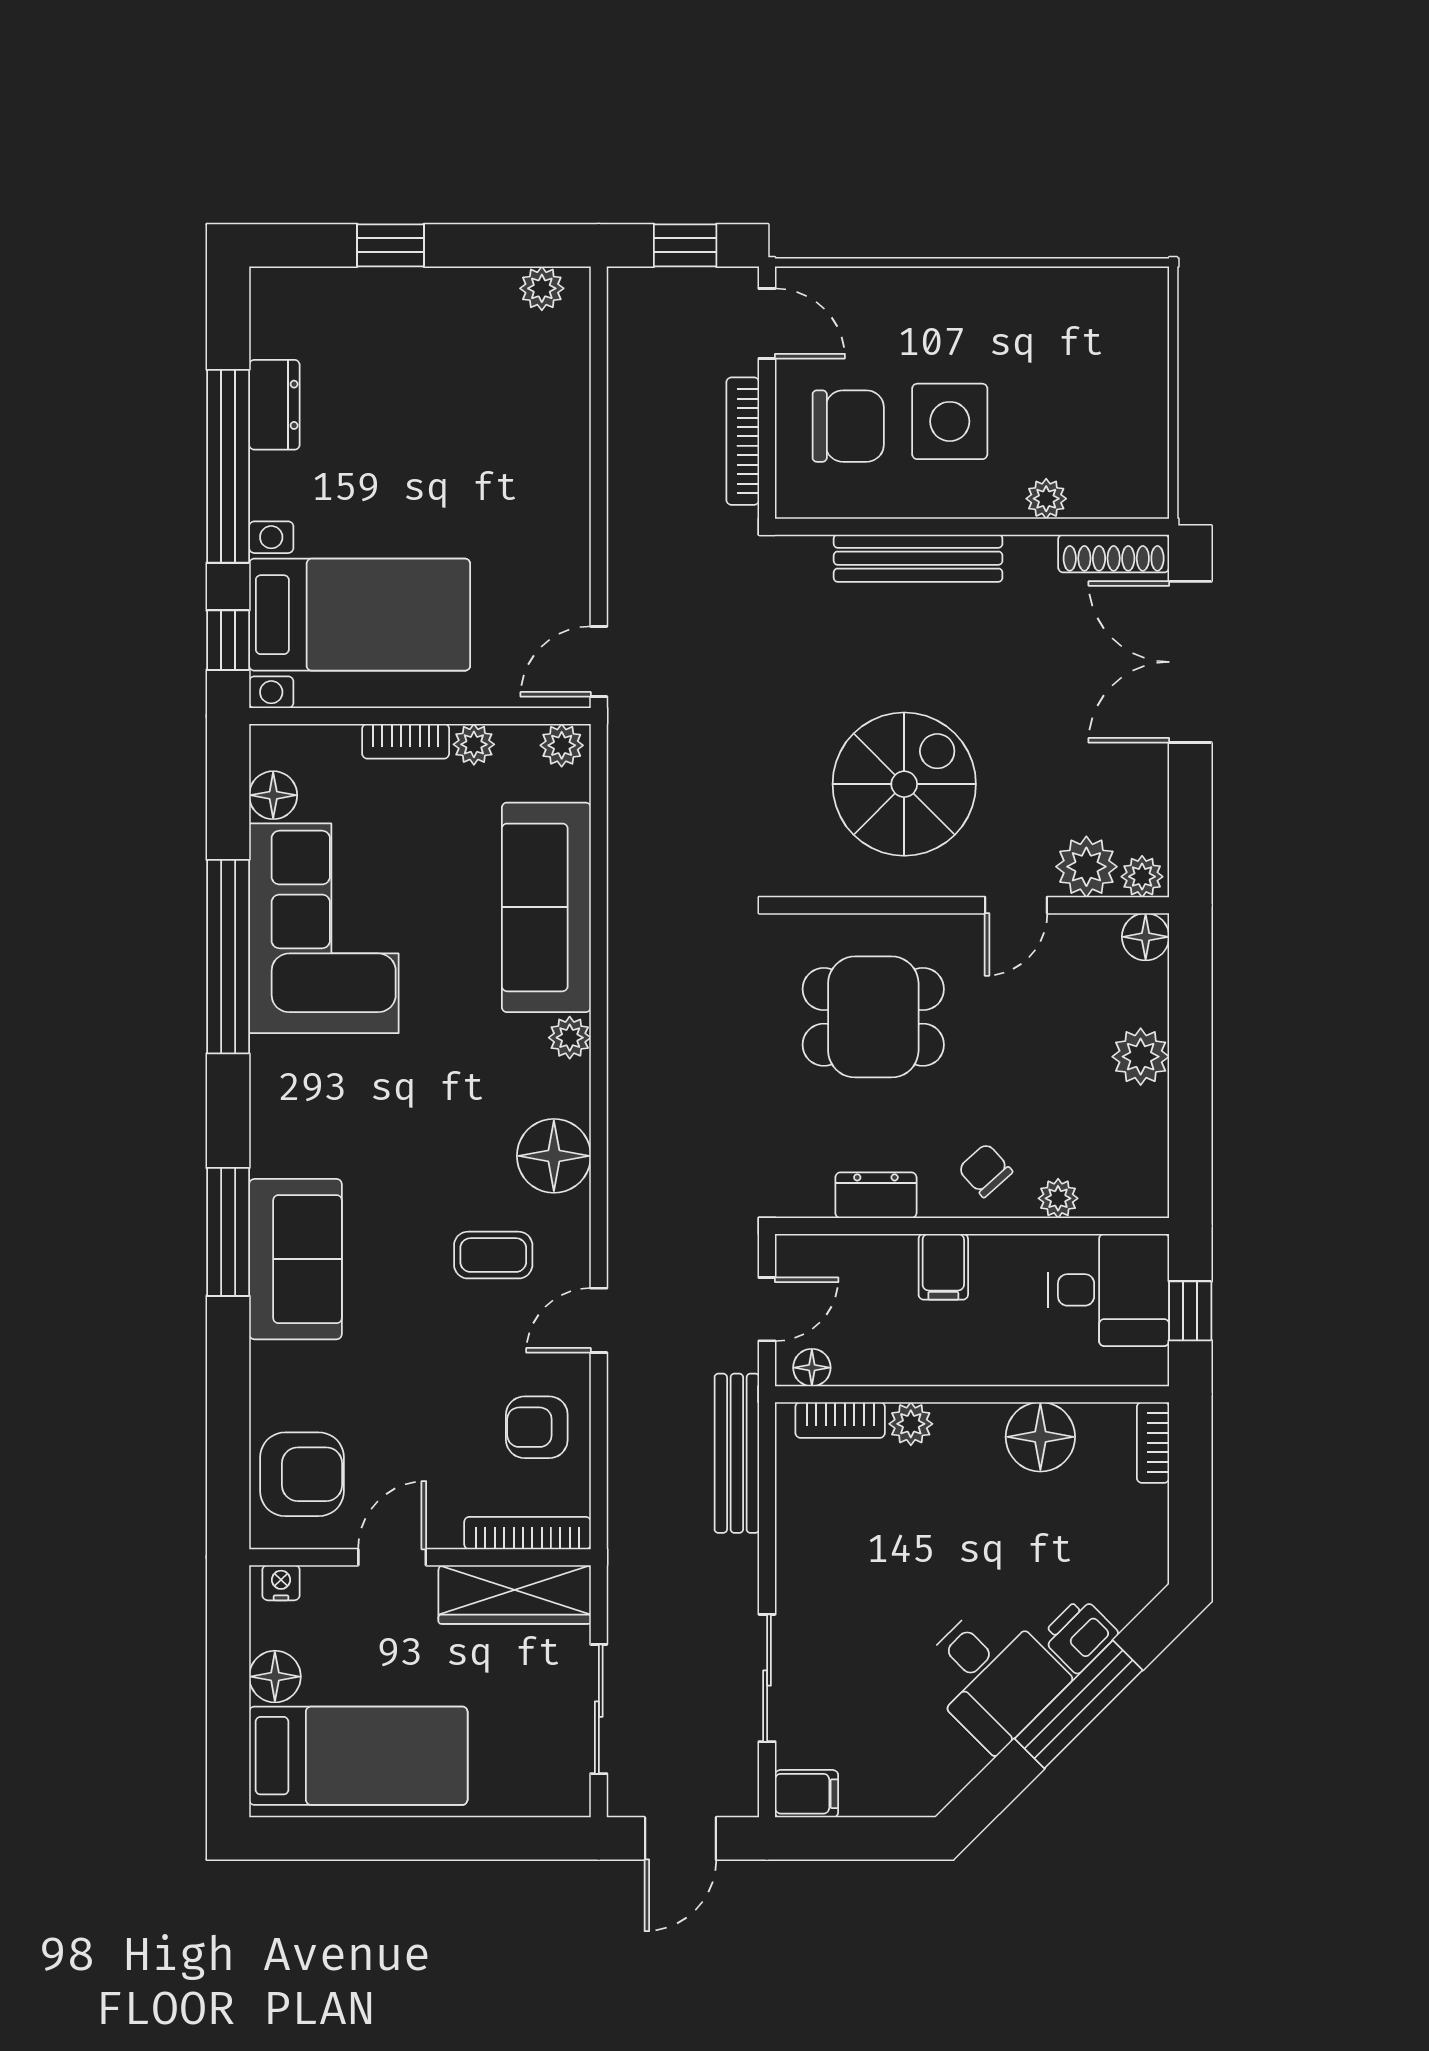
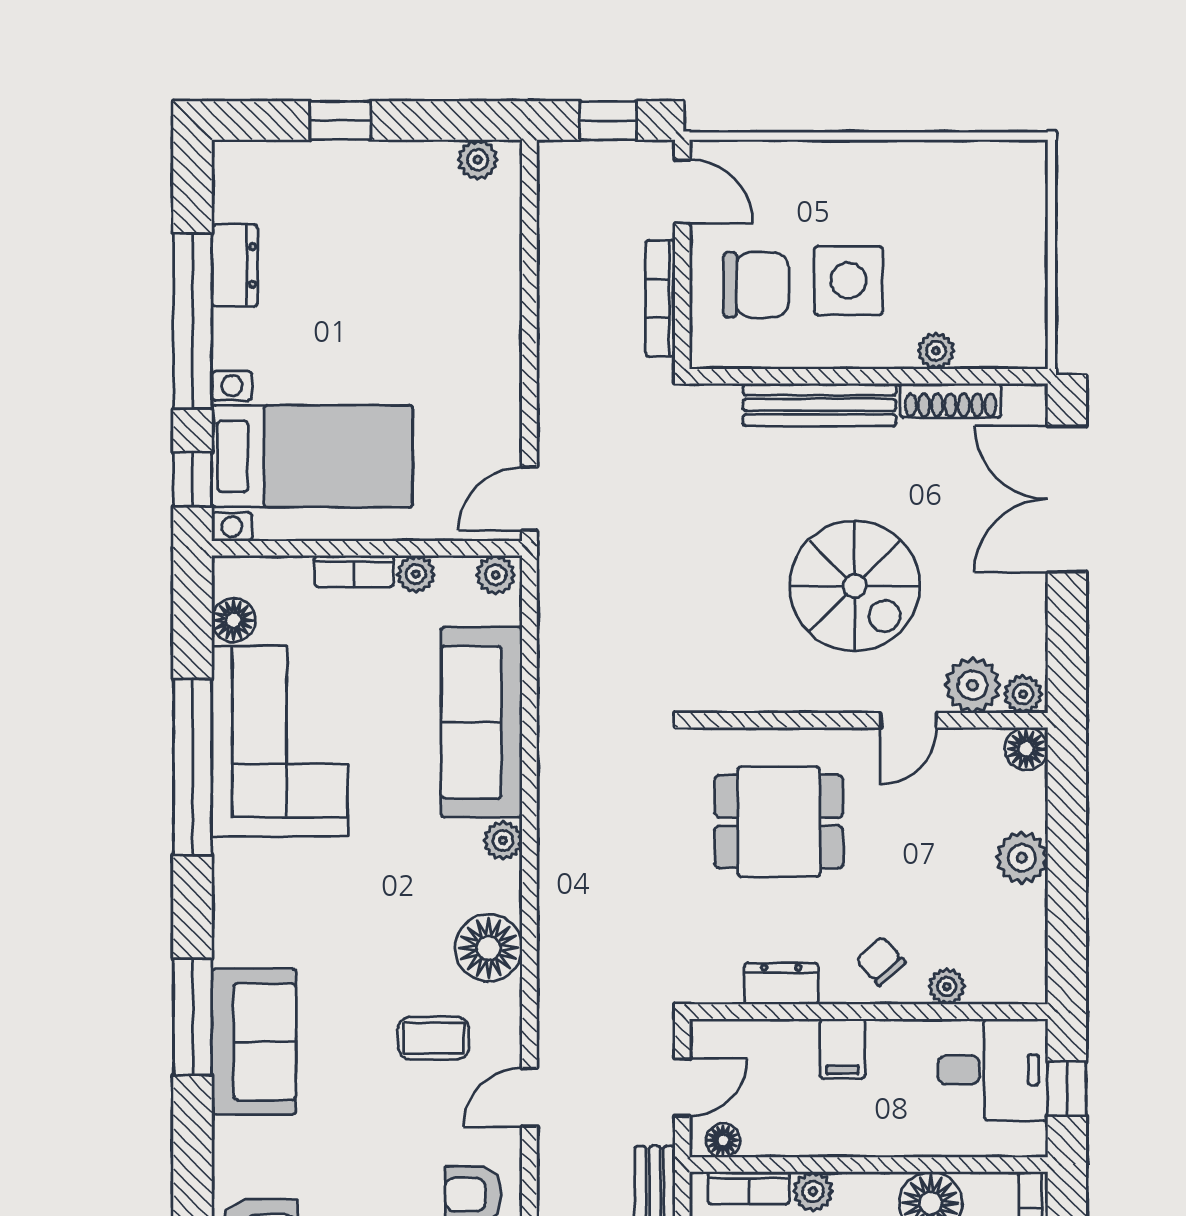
shoe rack: (1114, 553) -> (951, 401), moved
spiral stairs: (904, 784) -> (855, 586), moved, turned 90

